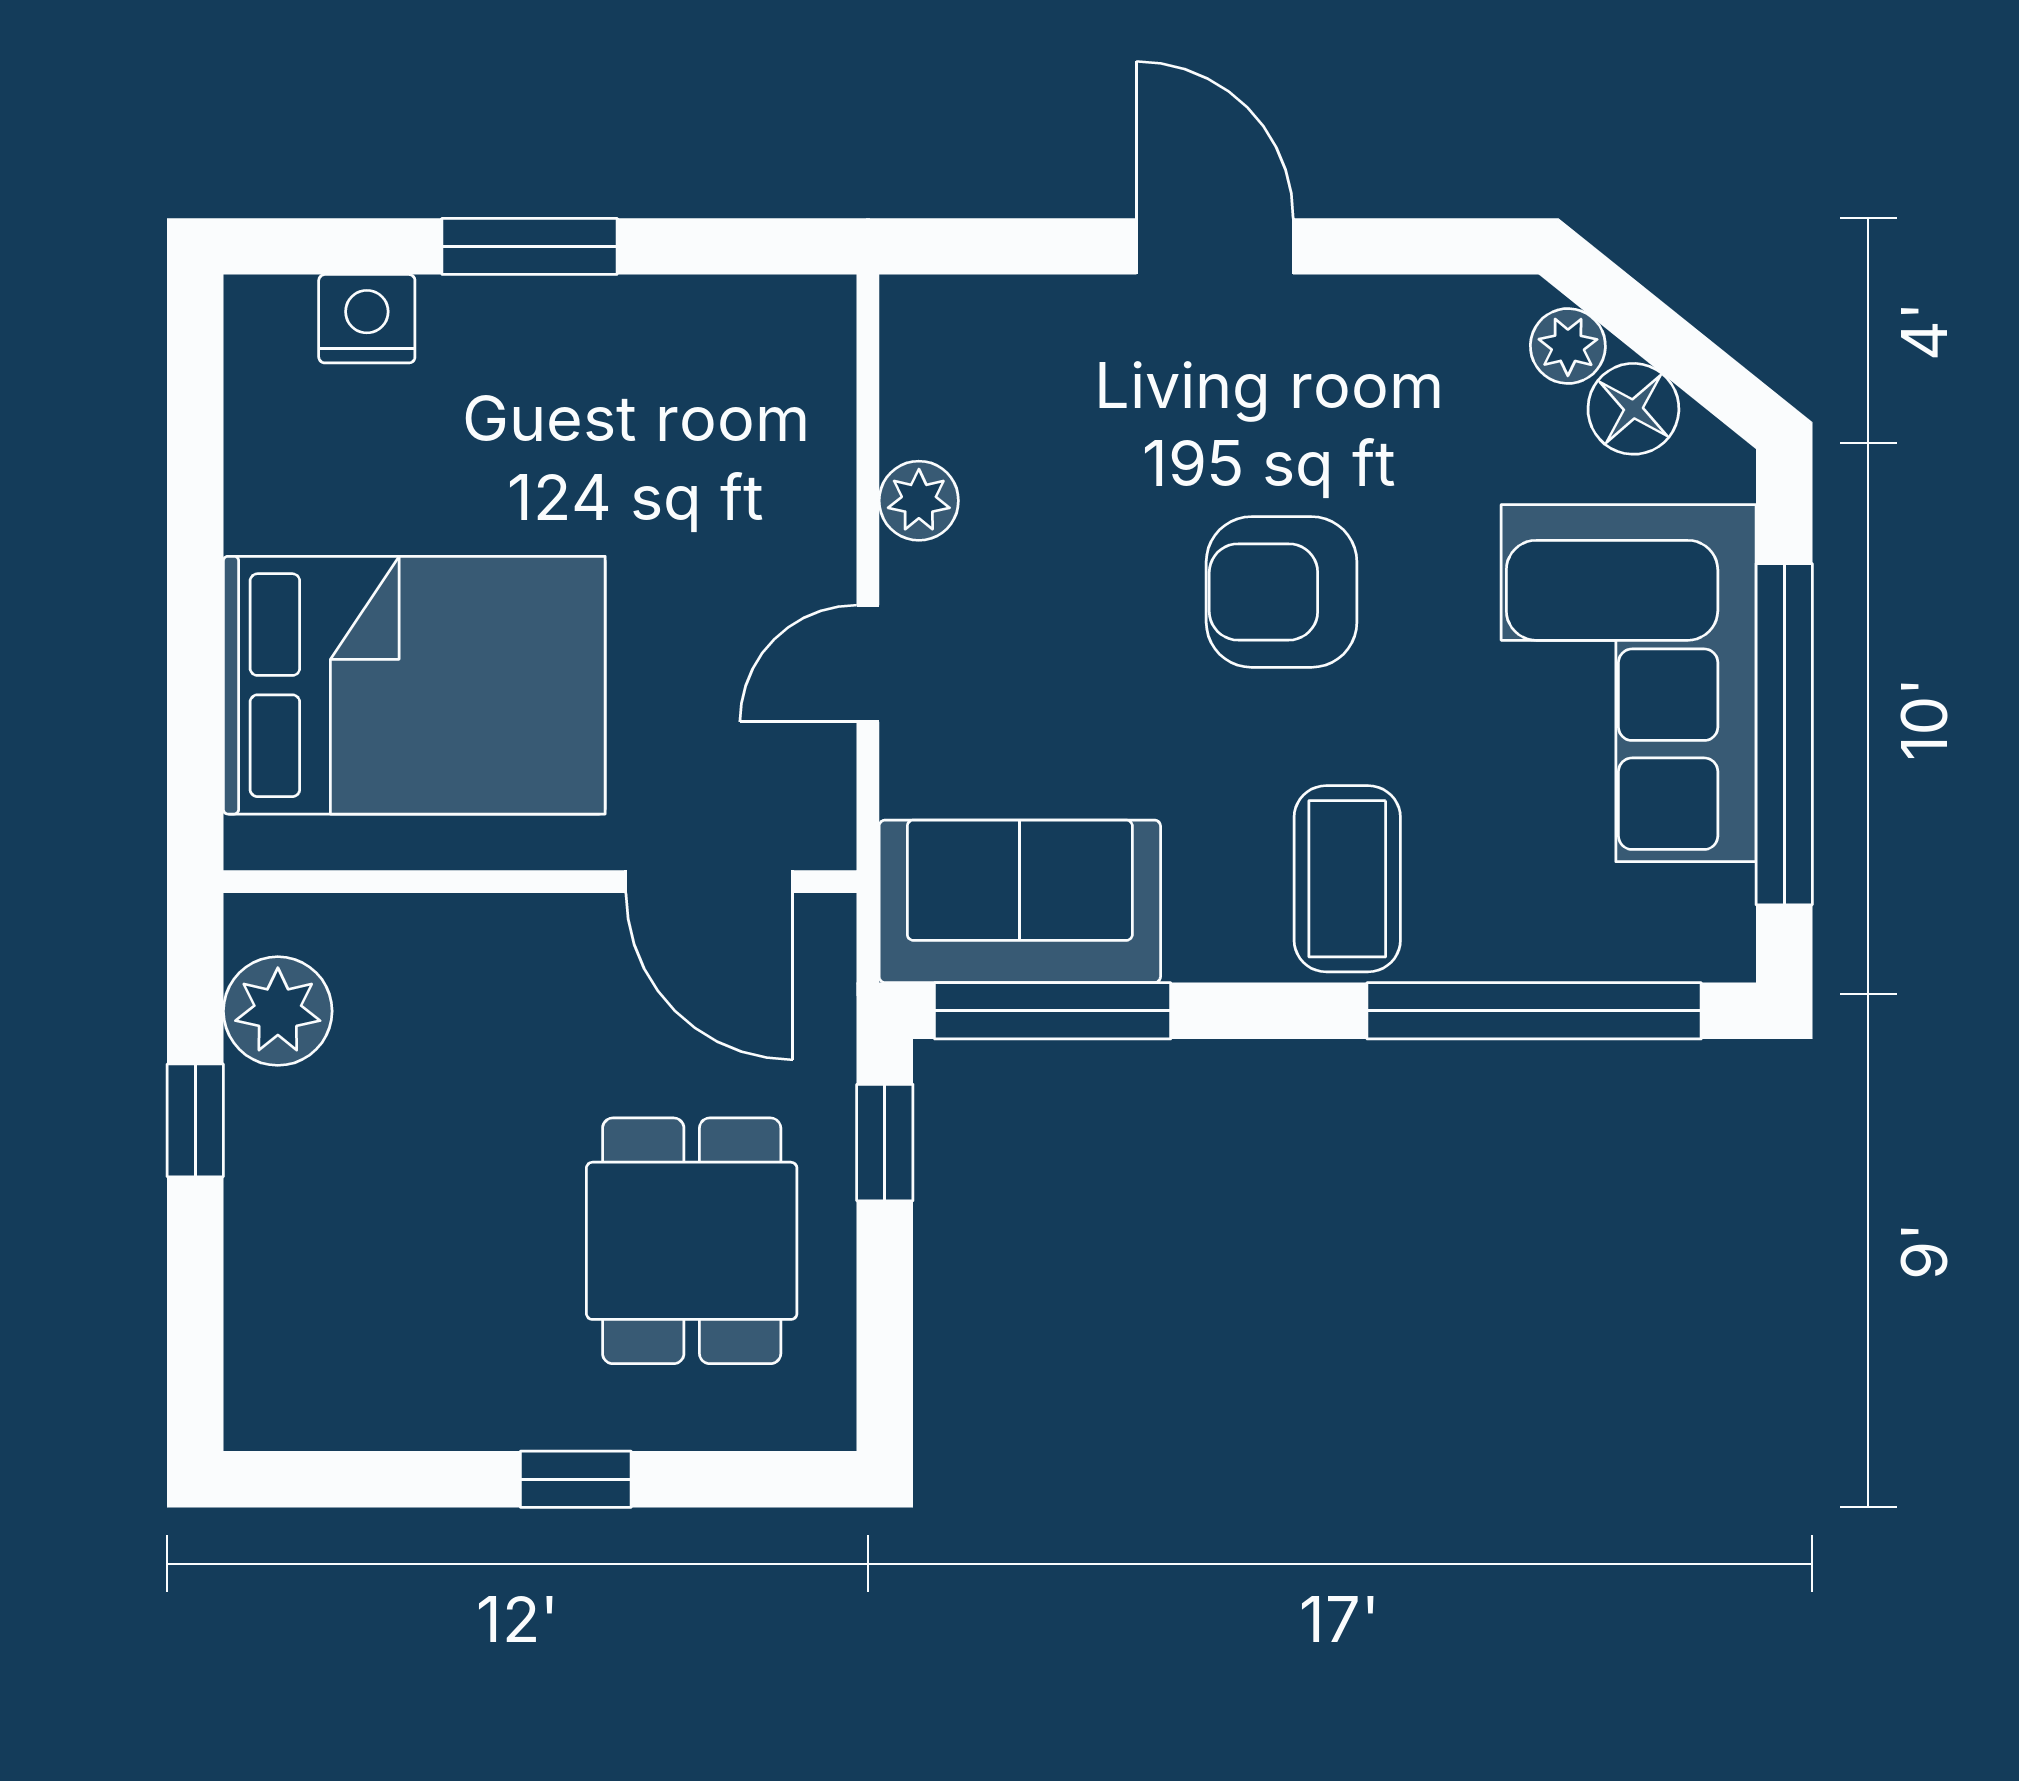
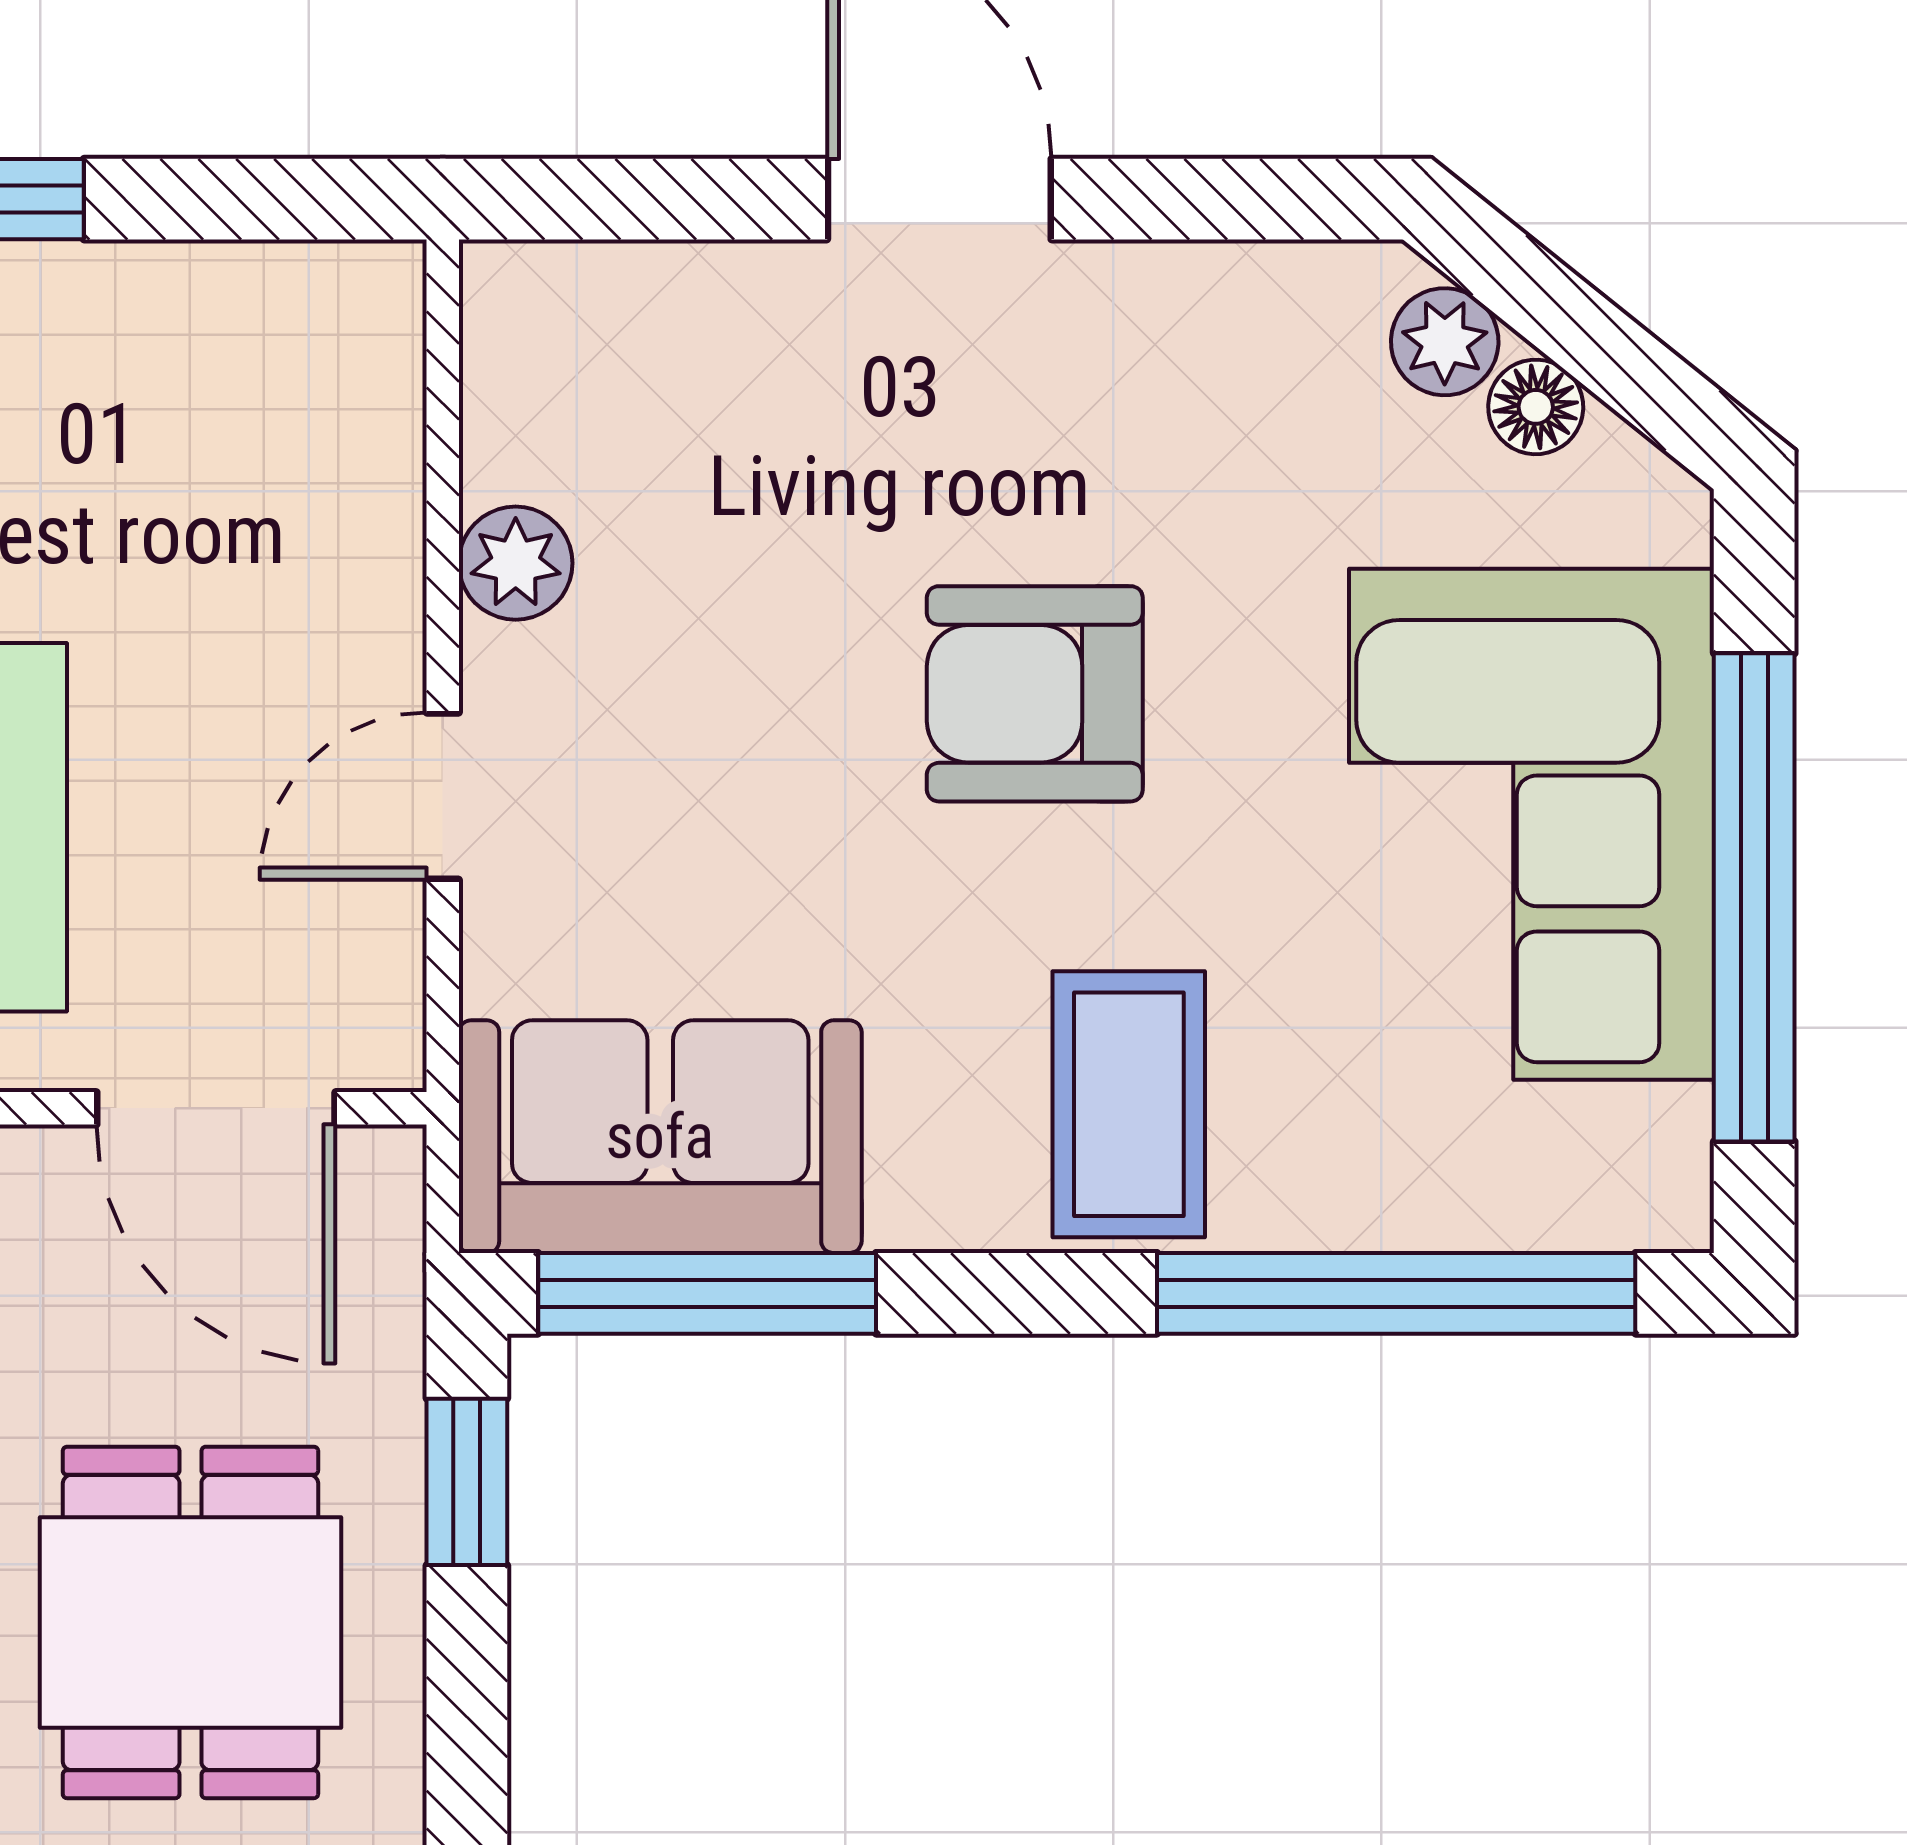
floor lamp: (1633, 409) -> (1536, 407), width x0.73, depth x0.73

